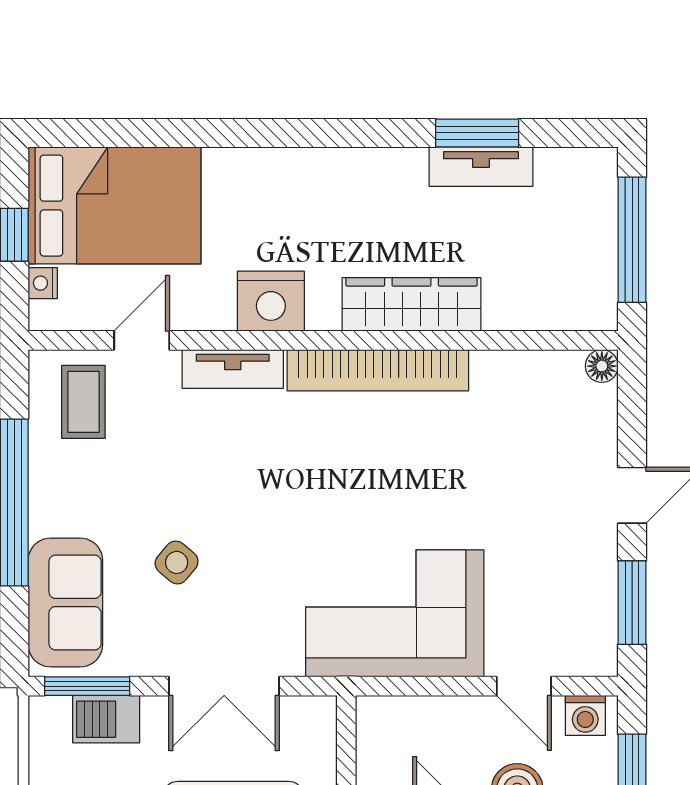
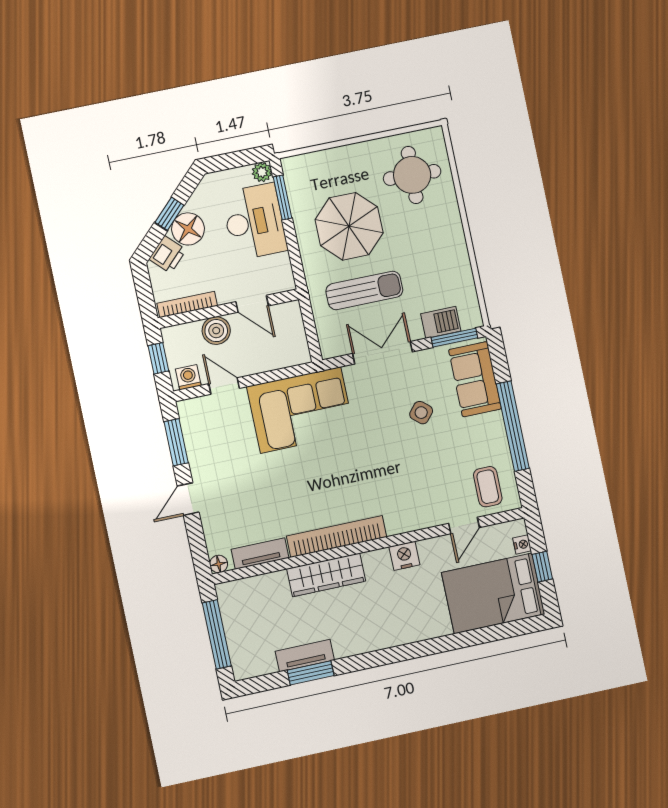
nightstand: (271, 301) -> (404, 556), width x0.74, depth x0.75
tv unit: (233, 369) -> (260, 554), moved

